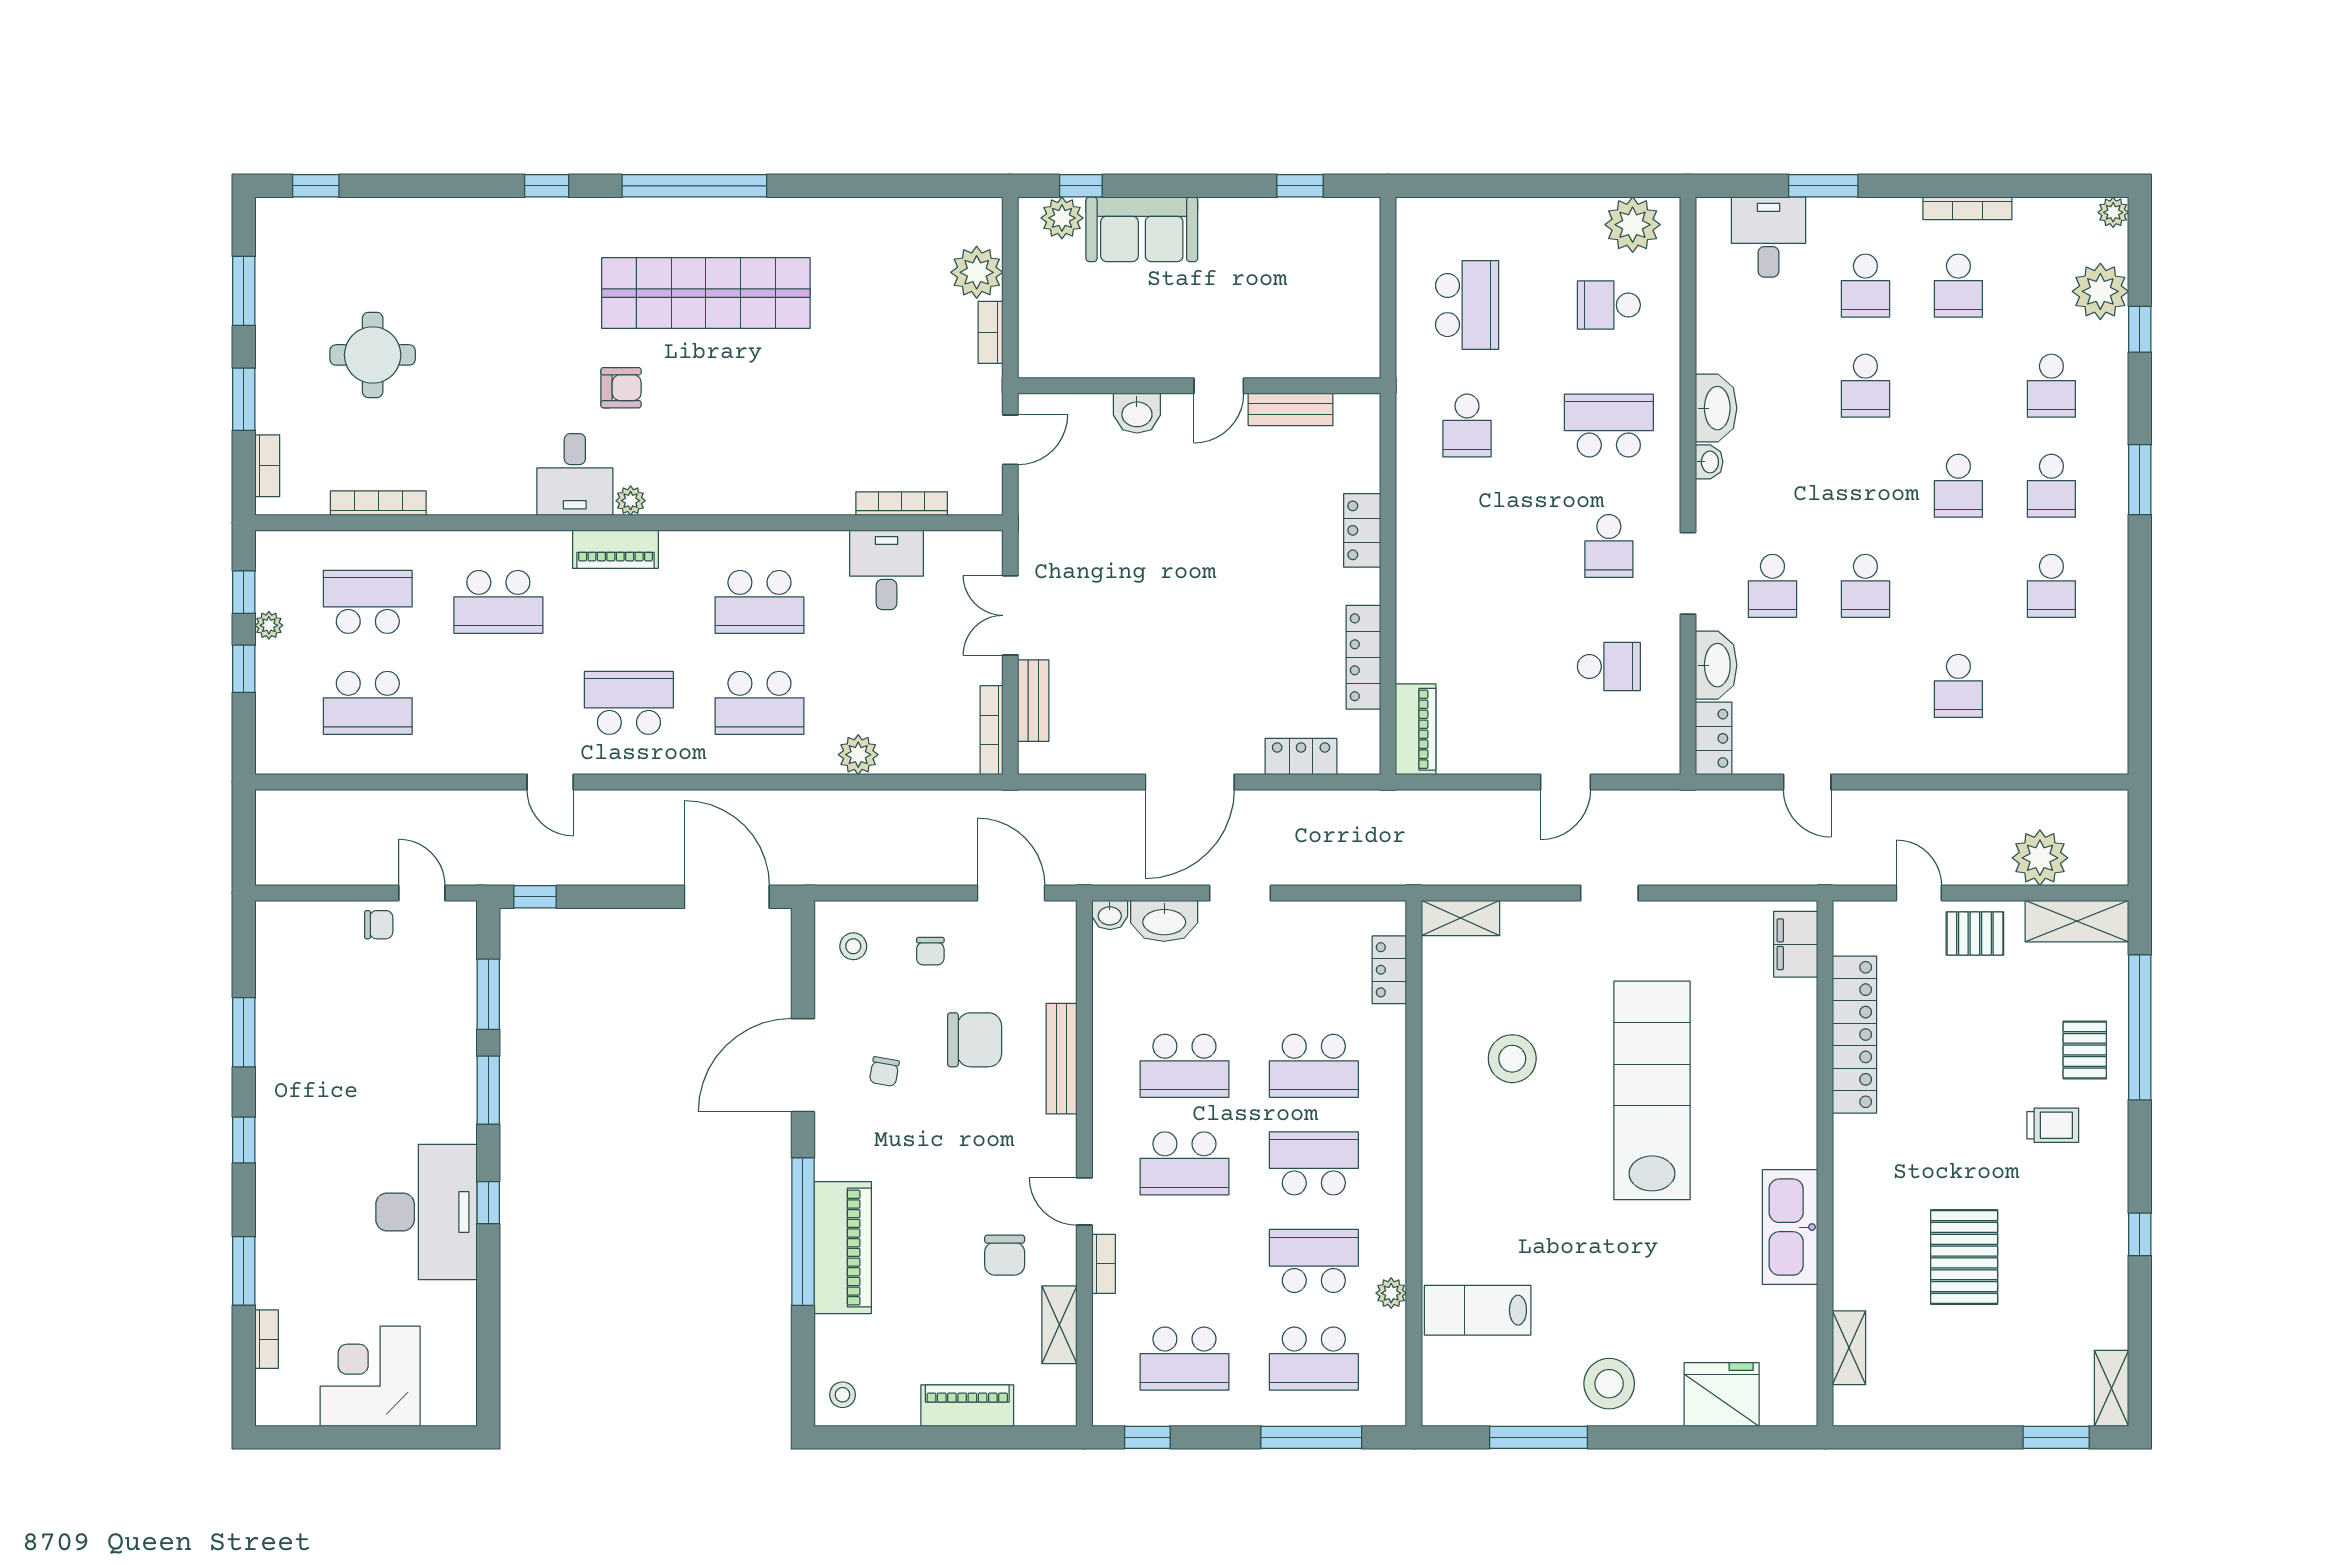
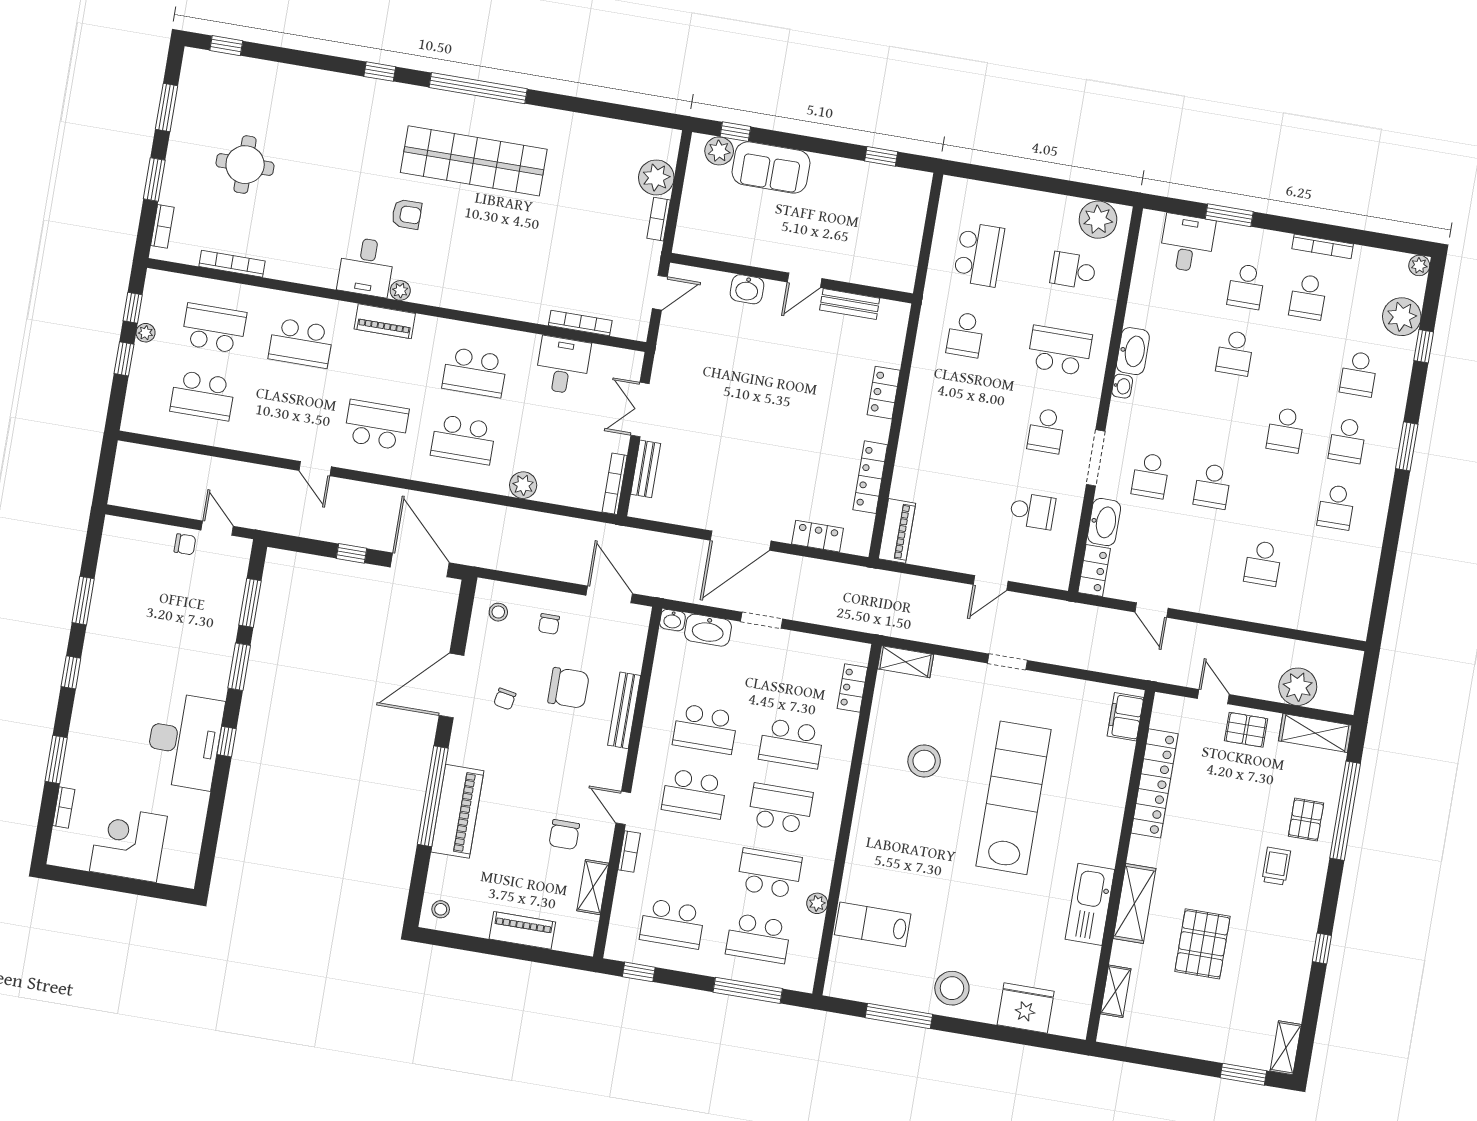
window: (535, 897) -> (351, 553), moved
trolley: (2053, 1125) -> (1276, 866), turned -90
shelving: (1855, 1215) -> (1135, 903), added

